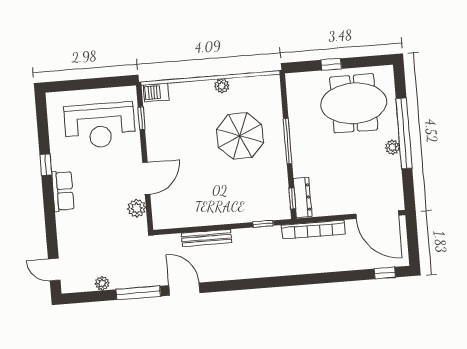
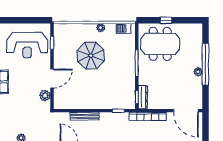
barbecue: (156, 92) -> (124, 28), moved
meeting table: (354, 103) -> (160, 44), moved
parasol: (240, 136) -> (91, 56), moved

